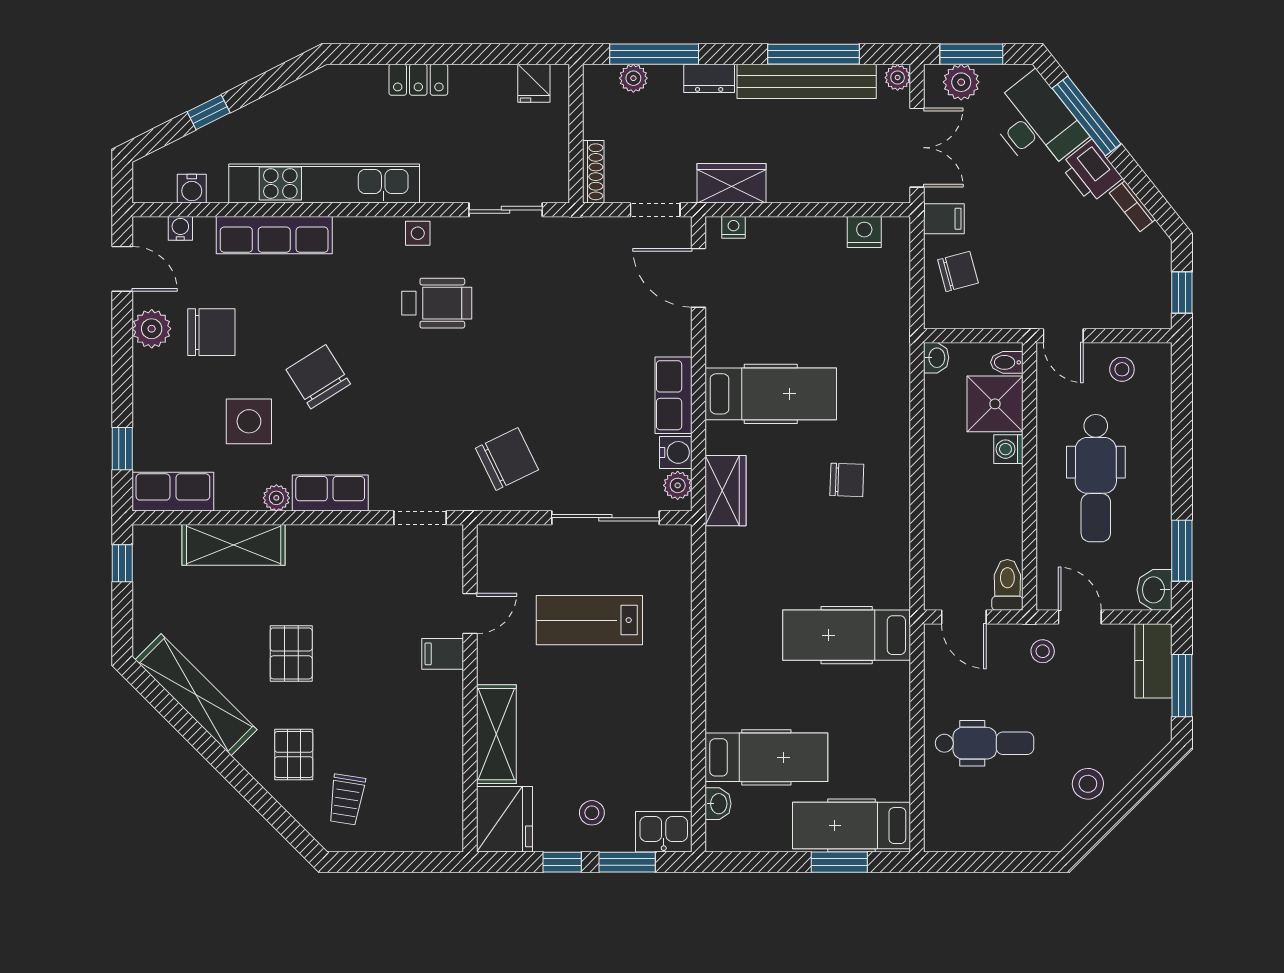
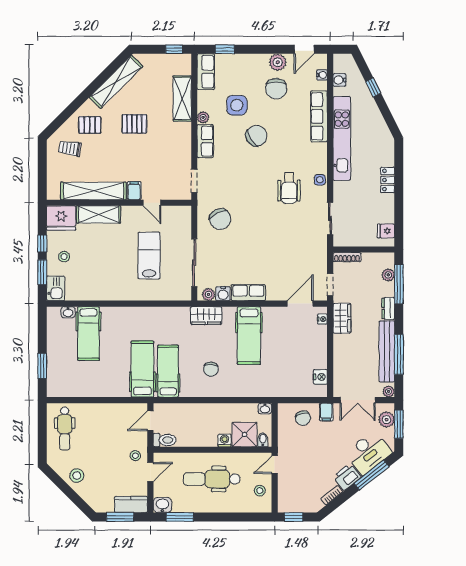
dental chair: (985, 743) -> (65, 429), moved
shelving: (443, 746) -> (94, 191), added
hospital bed: (851, 826) -> (168, 371), moved

